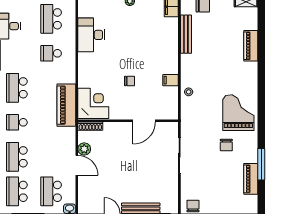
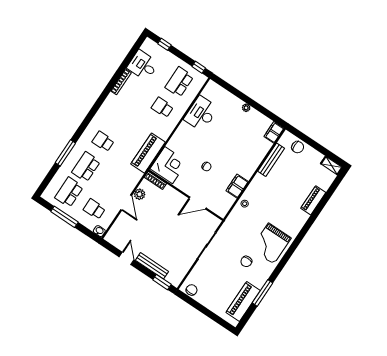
filing cabinet: (170, 80) -> (237, 186), width x2.00
school desk: (17, 88) -> (120, 116), removed
grand piano: (238, 113) -> (271, 243), turned 180
piano: (251, 179) -> (243, 301), width x1.37, depth x1.33
school desk: (51, 191) -> (94, 209), width x0.54

